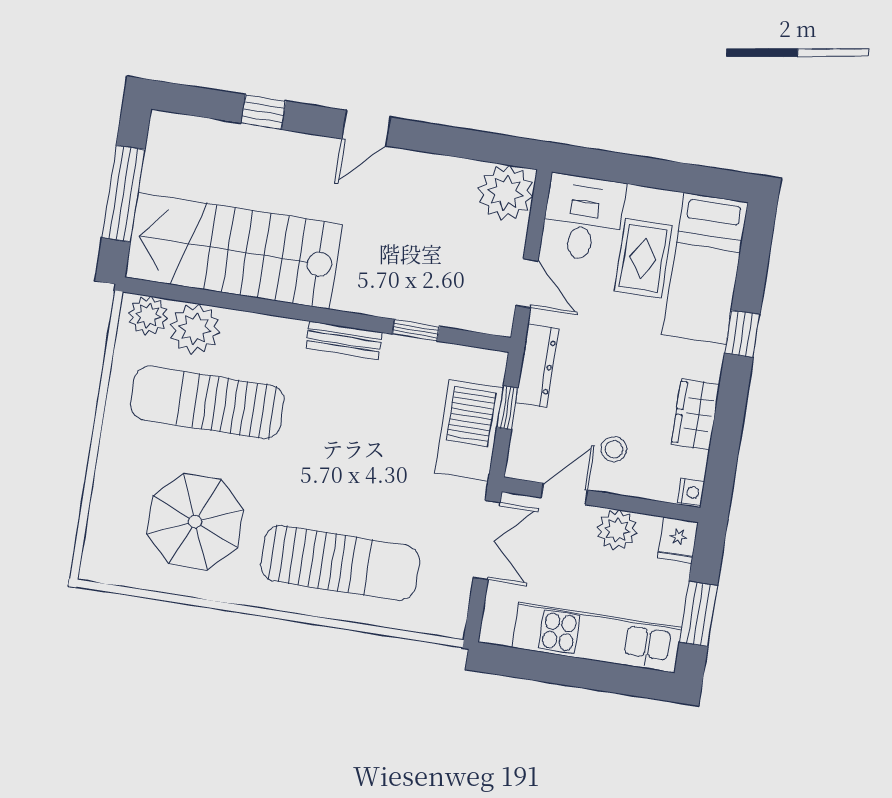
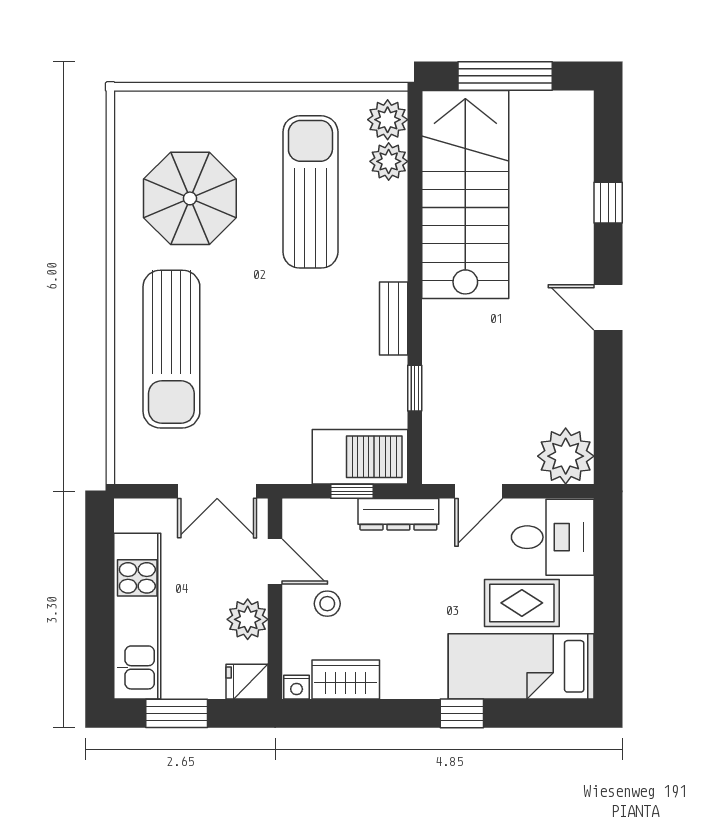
plant: (195, 329) -> (389, 161), width x0.73, depth x0.73
wardrobe: (696, 414) -> (346, 679), moved
barbecue: (469, 431) -> (360, 457), moved

